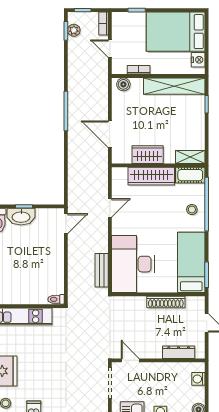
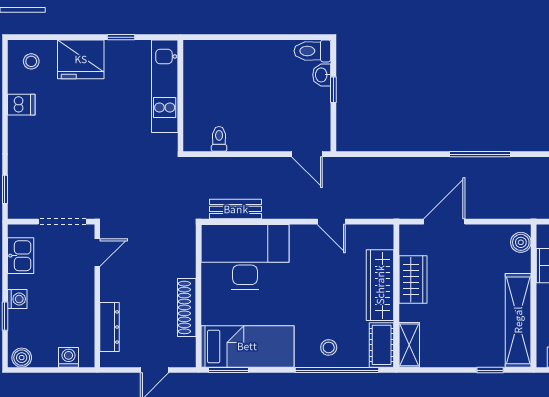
washbasin: (21, 217) -> (322, 75), width x0.52, depth x0.69
toilet: (56, 299) -> (219, 139), moved

